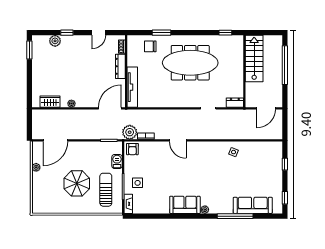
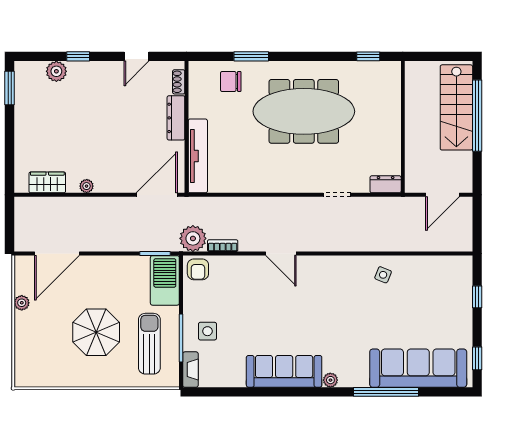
stairs: (254, 59) -> (456, 107), moved, turned 180
barbecue: (117, 161) -> (165, 280), width x1.88, depth x1.53
sofa: (185, 205) -> (284, 371), width x1.36
sofa: (253, 205) -> (418, 368), width x1.36, depth x1.27

